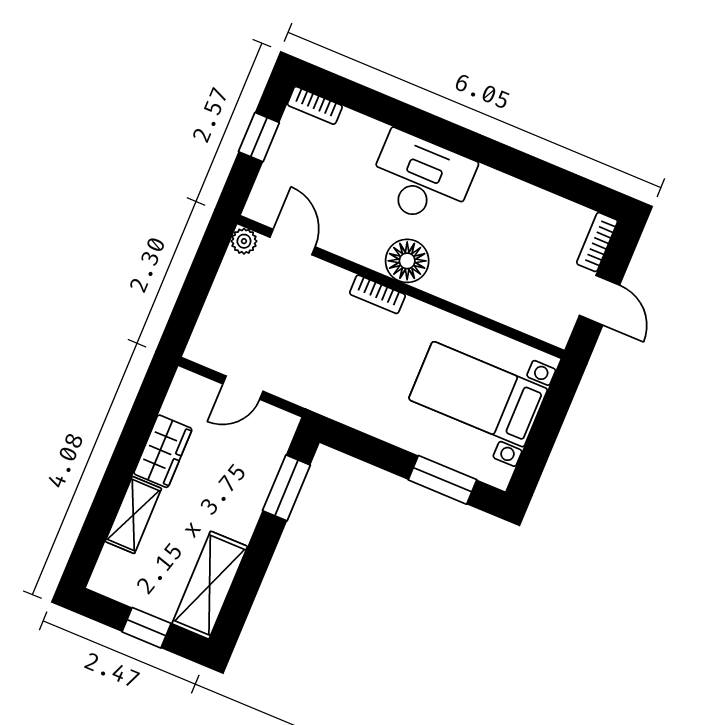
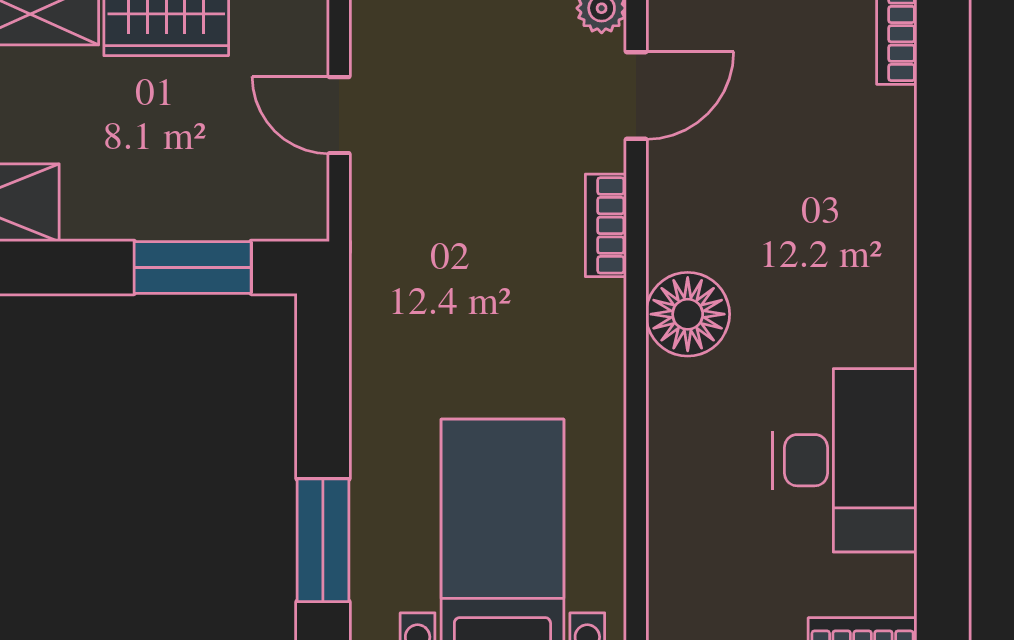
desk: (421, 179) -> (845, 460), moved
bookcase: (377, 294) -> (606, 225), moved

